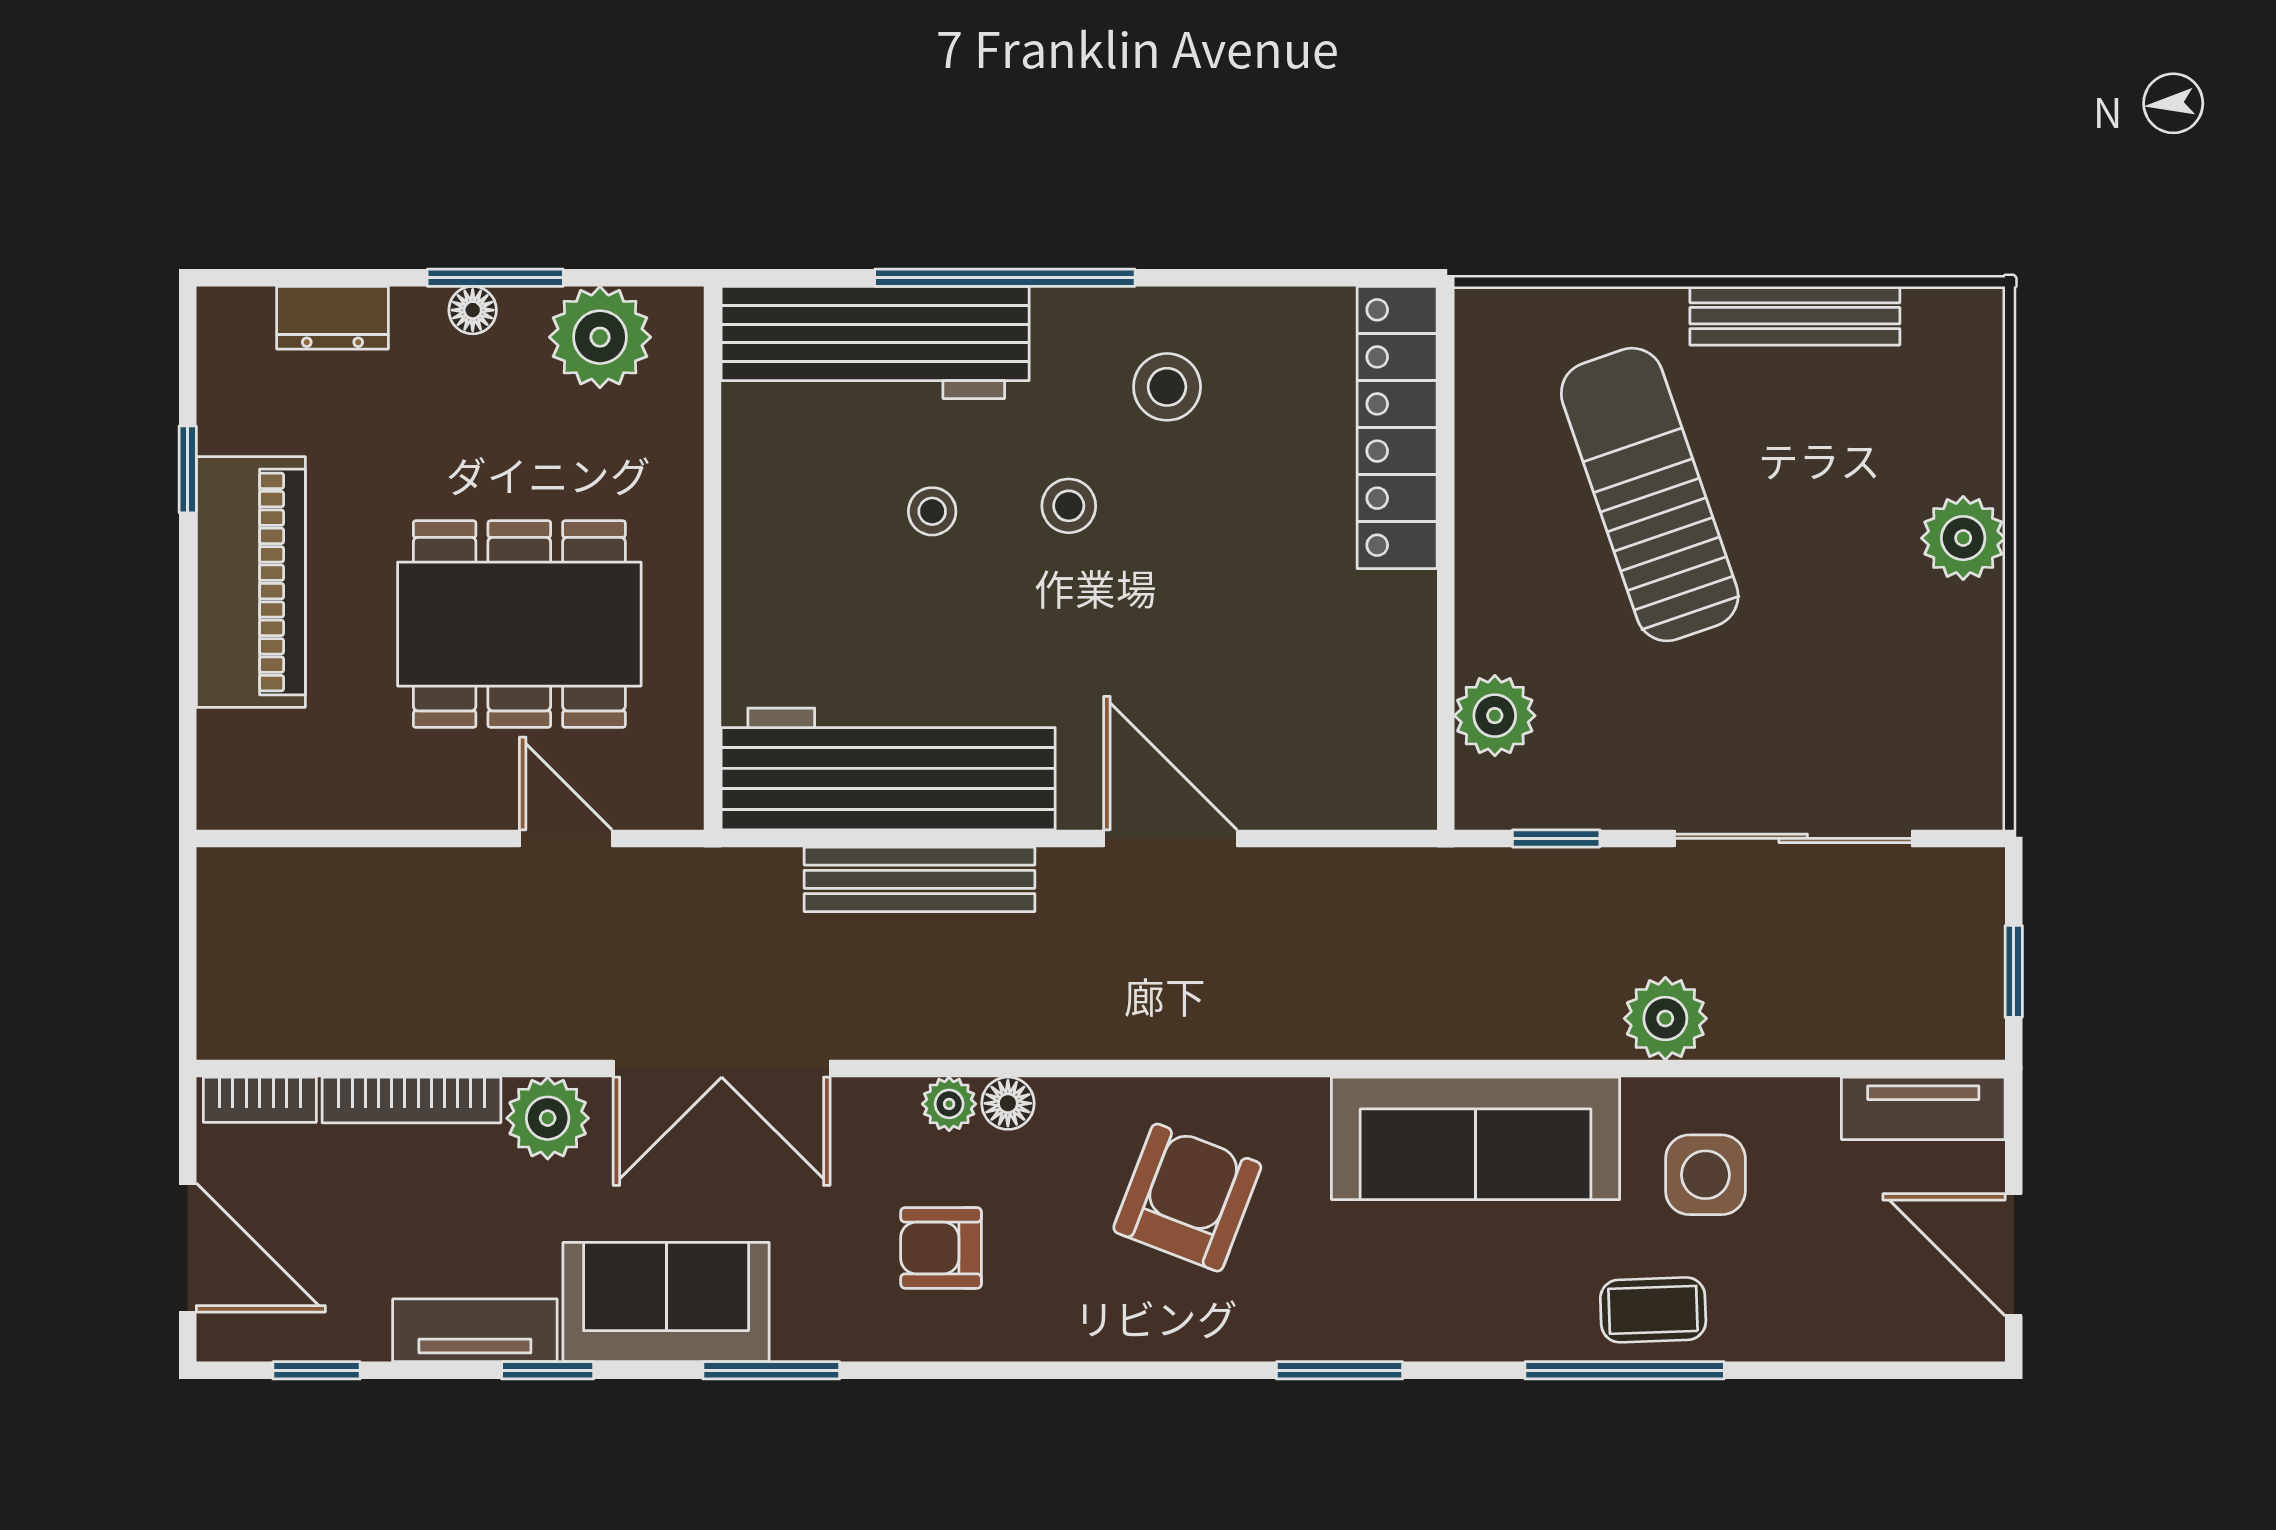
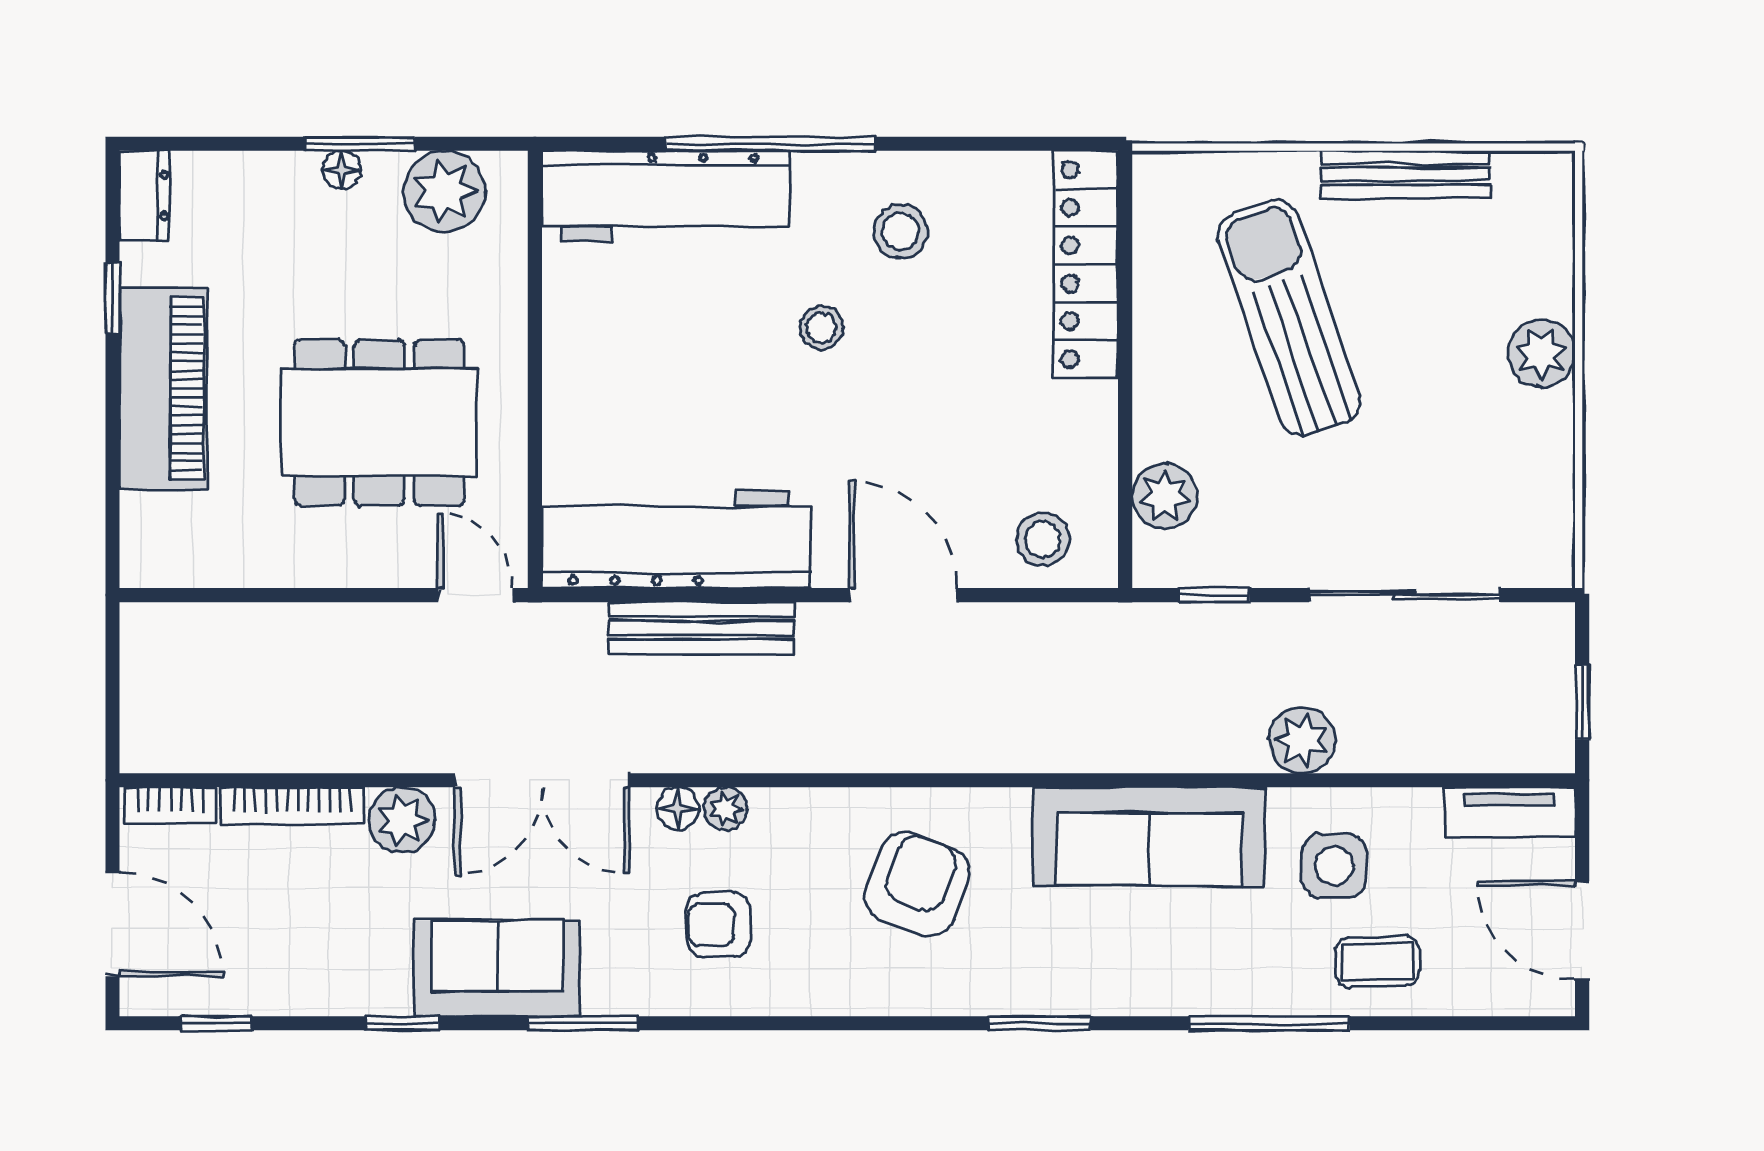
dresser: (332, 318) -> (145, 196), moved, turned -90
stool: (932, 511) -> (1043, 540), moved, width x1.37, depth x1.37
door: (566, 838) -> (475, 595), moved
floor lamp: (1008, 1103) -> (678, 808), moved
coffee table: (1653, 1310) -> (1377, 961), moved
tv unit: (475, 1330) -> (344, 991), removed

